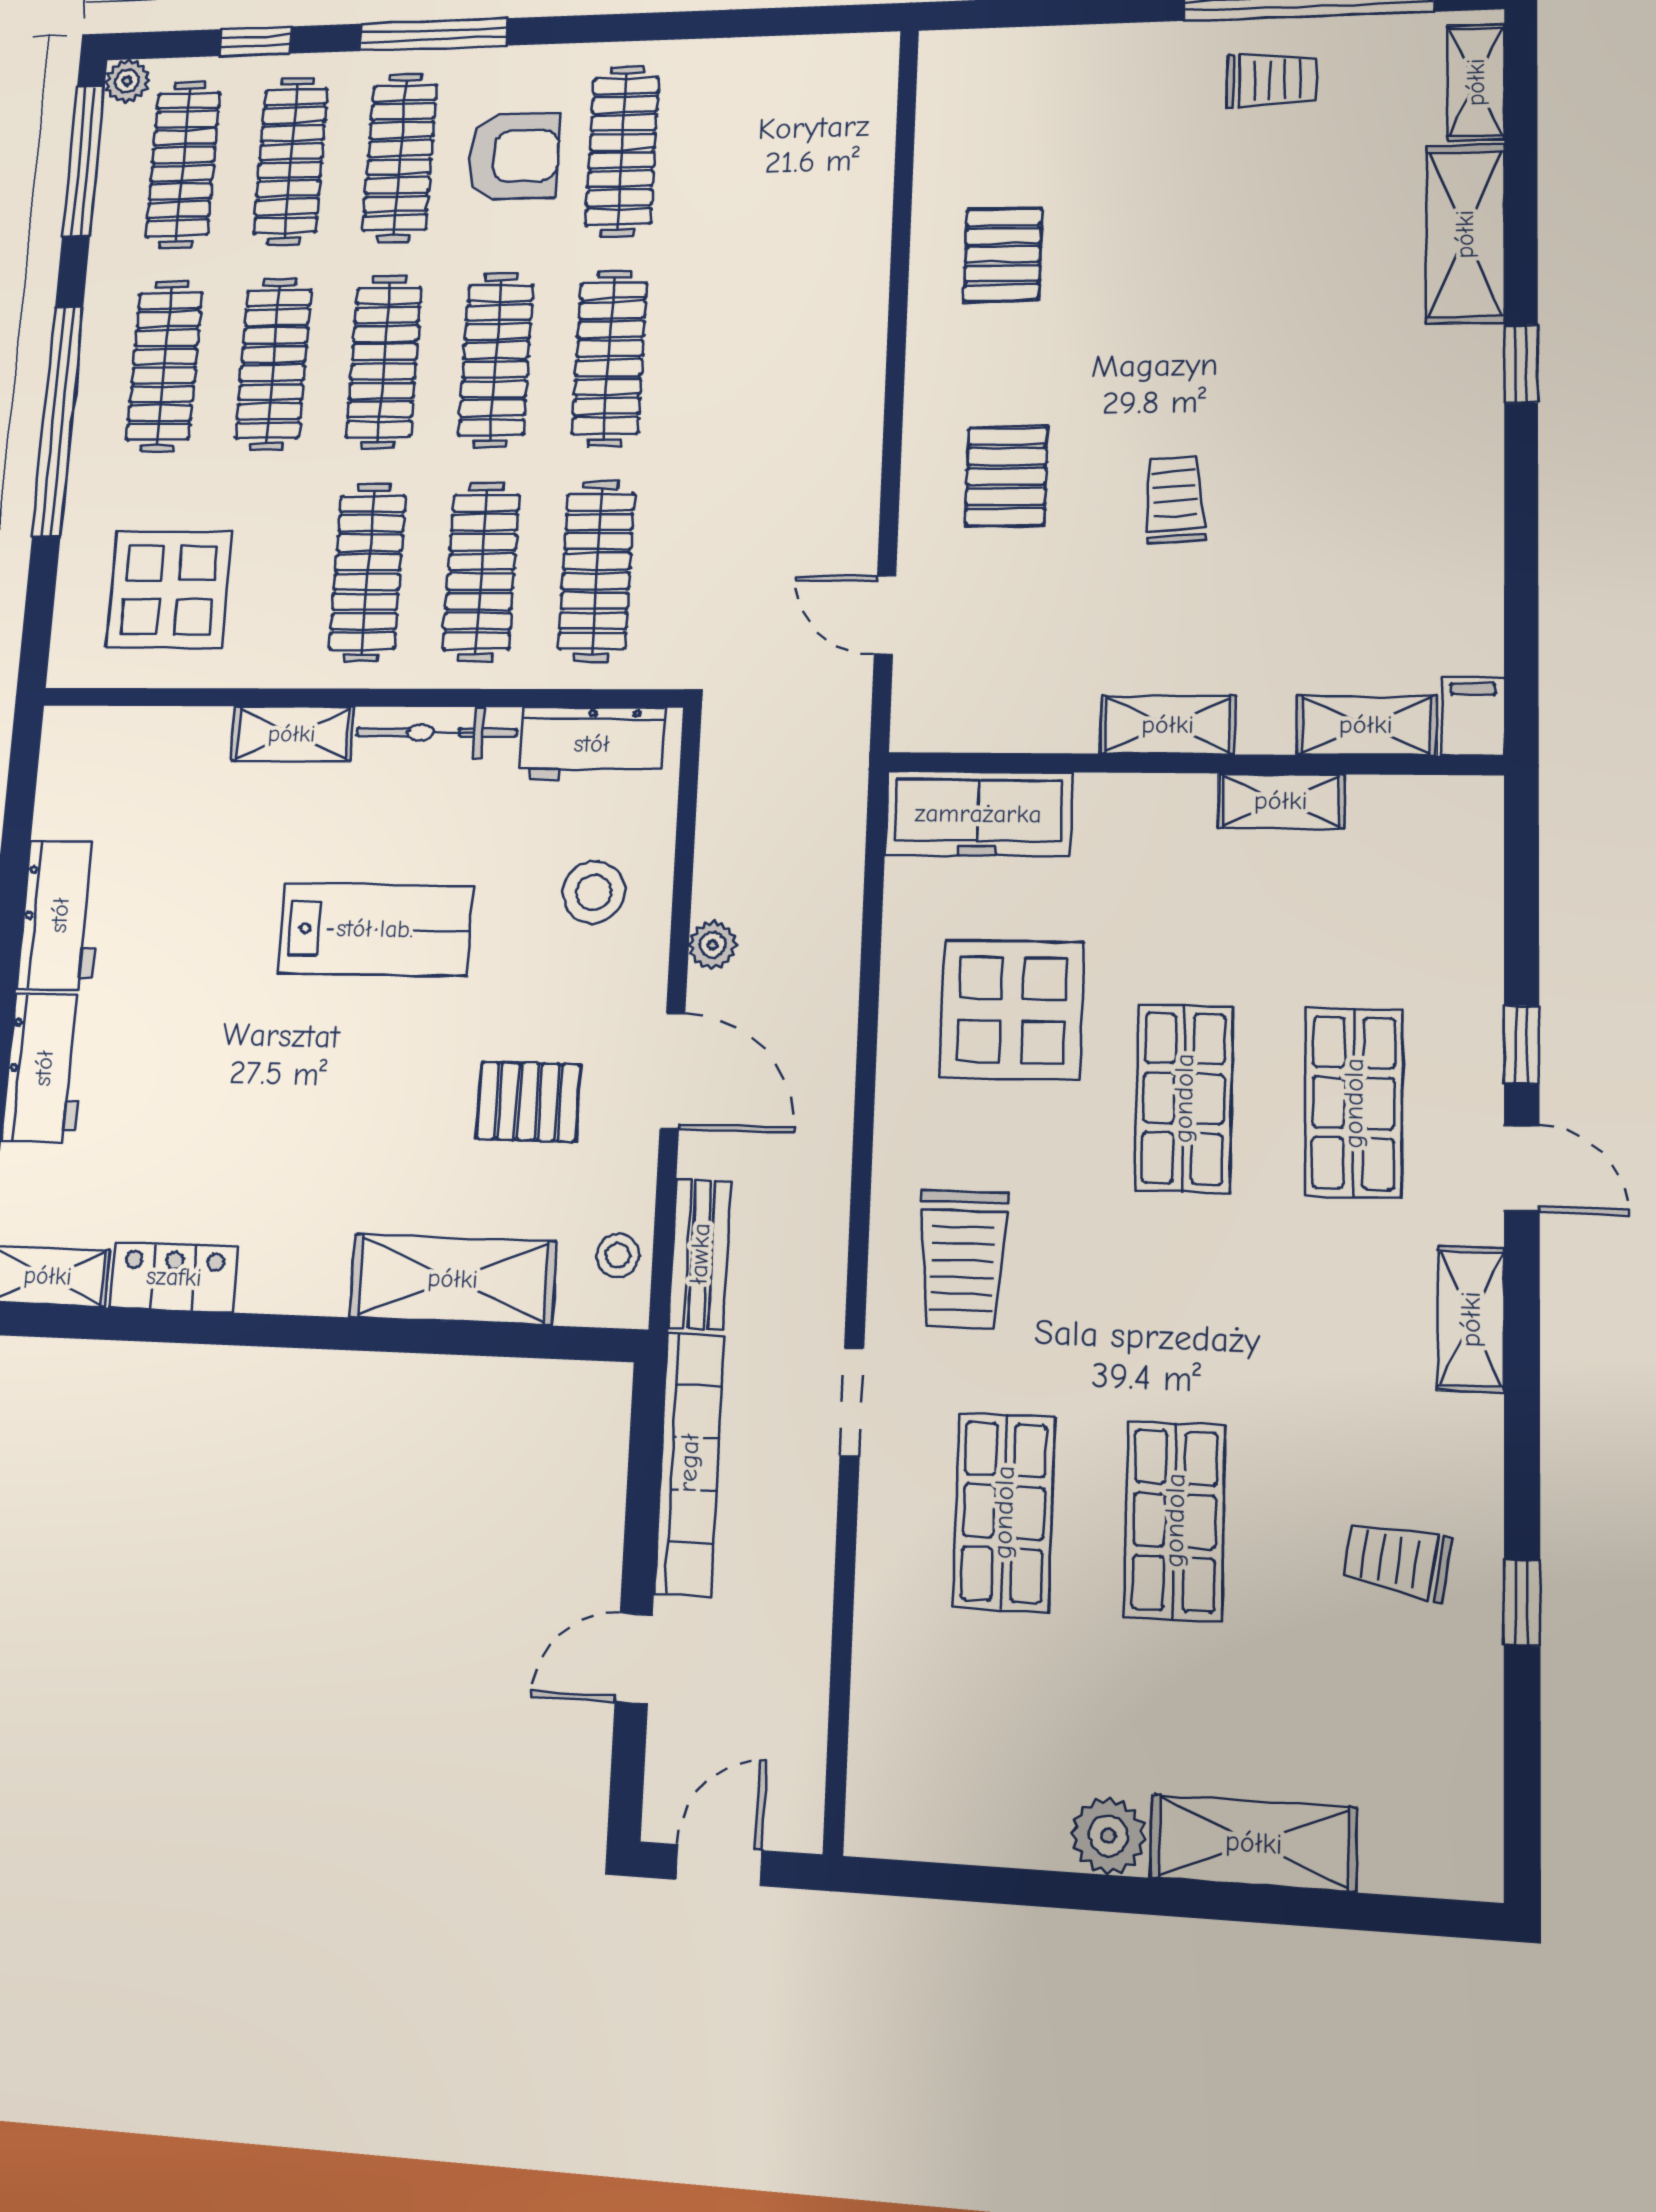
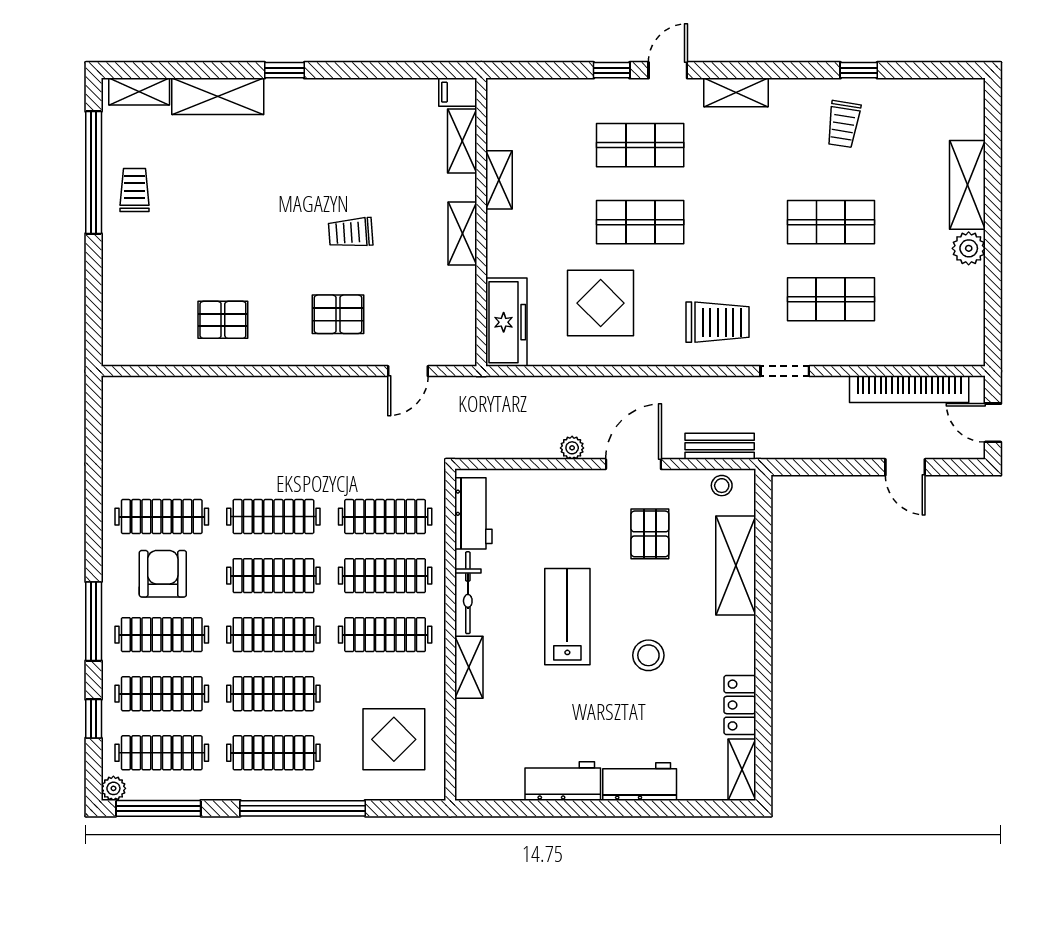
stool: (594, 892) -> (648, 655), moved
bookcase: (689, 1463) -> (909, 389), moved, turned 180

